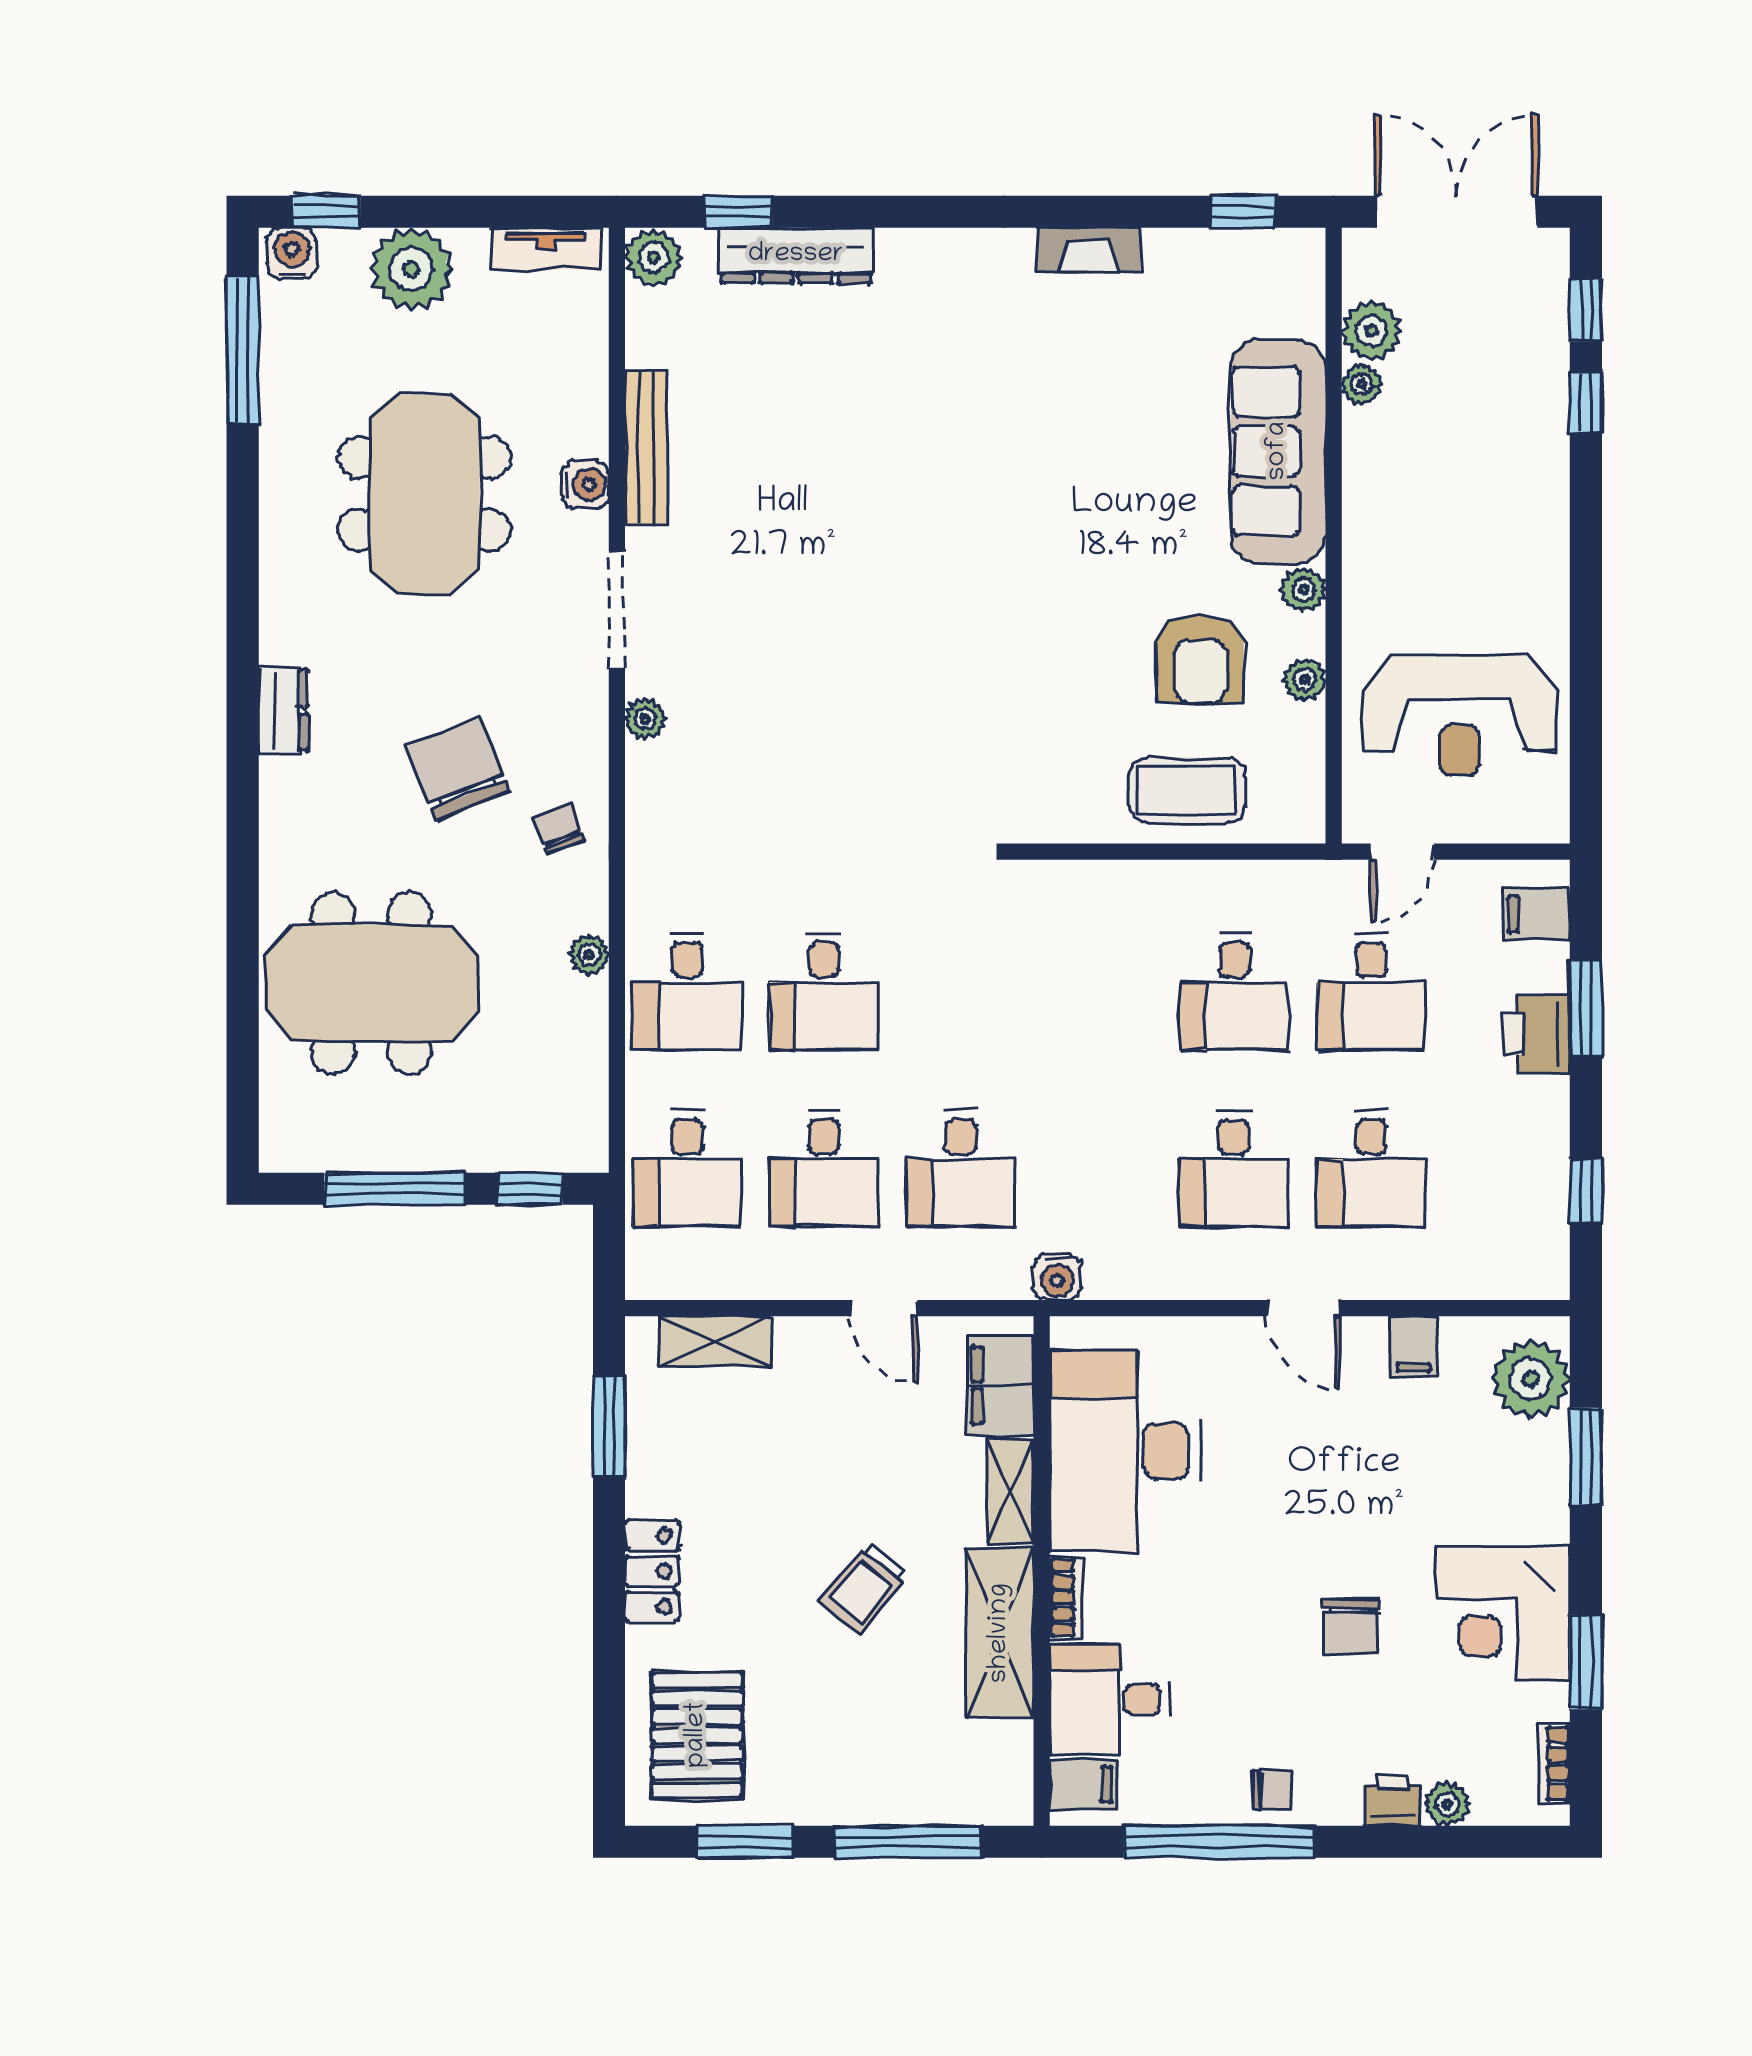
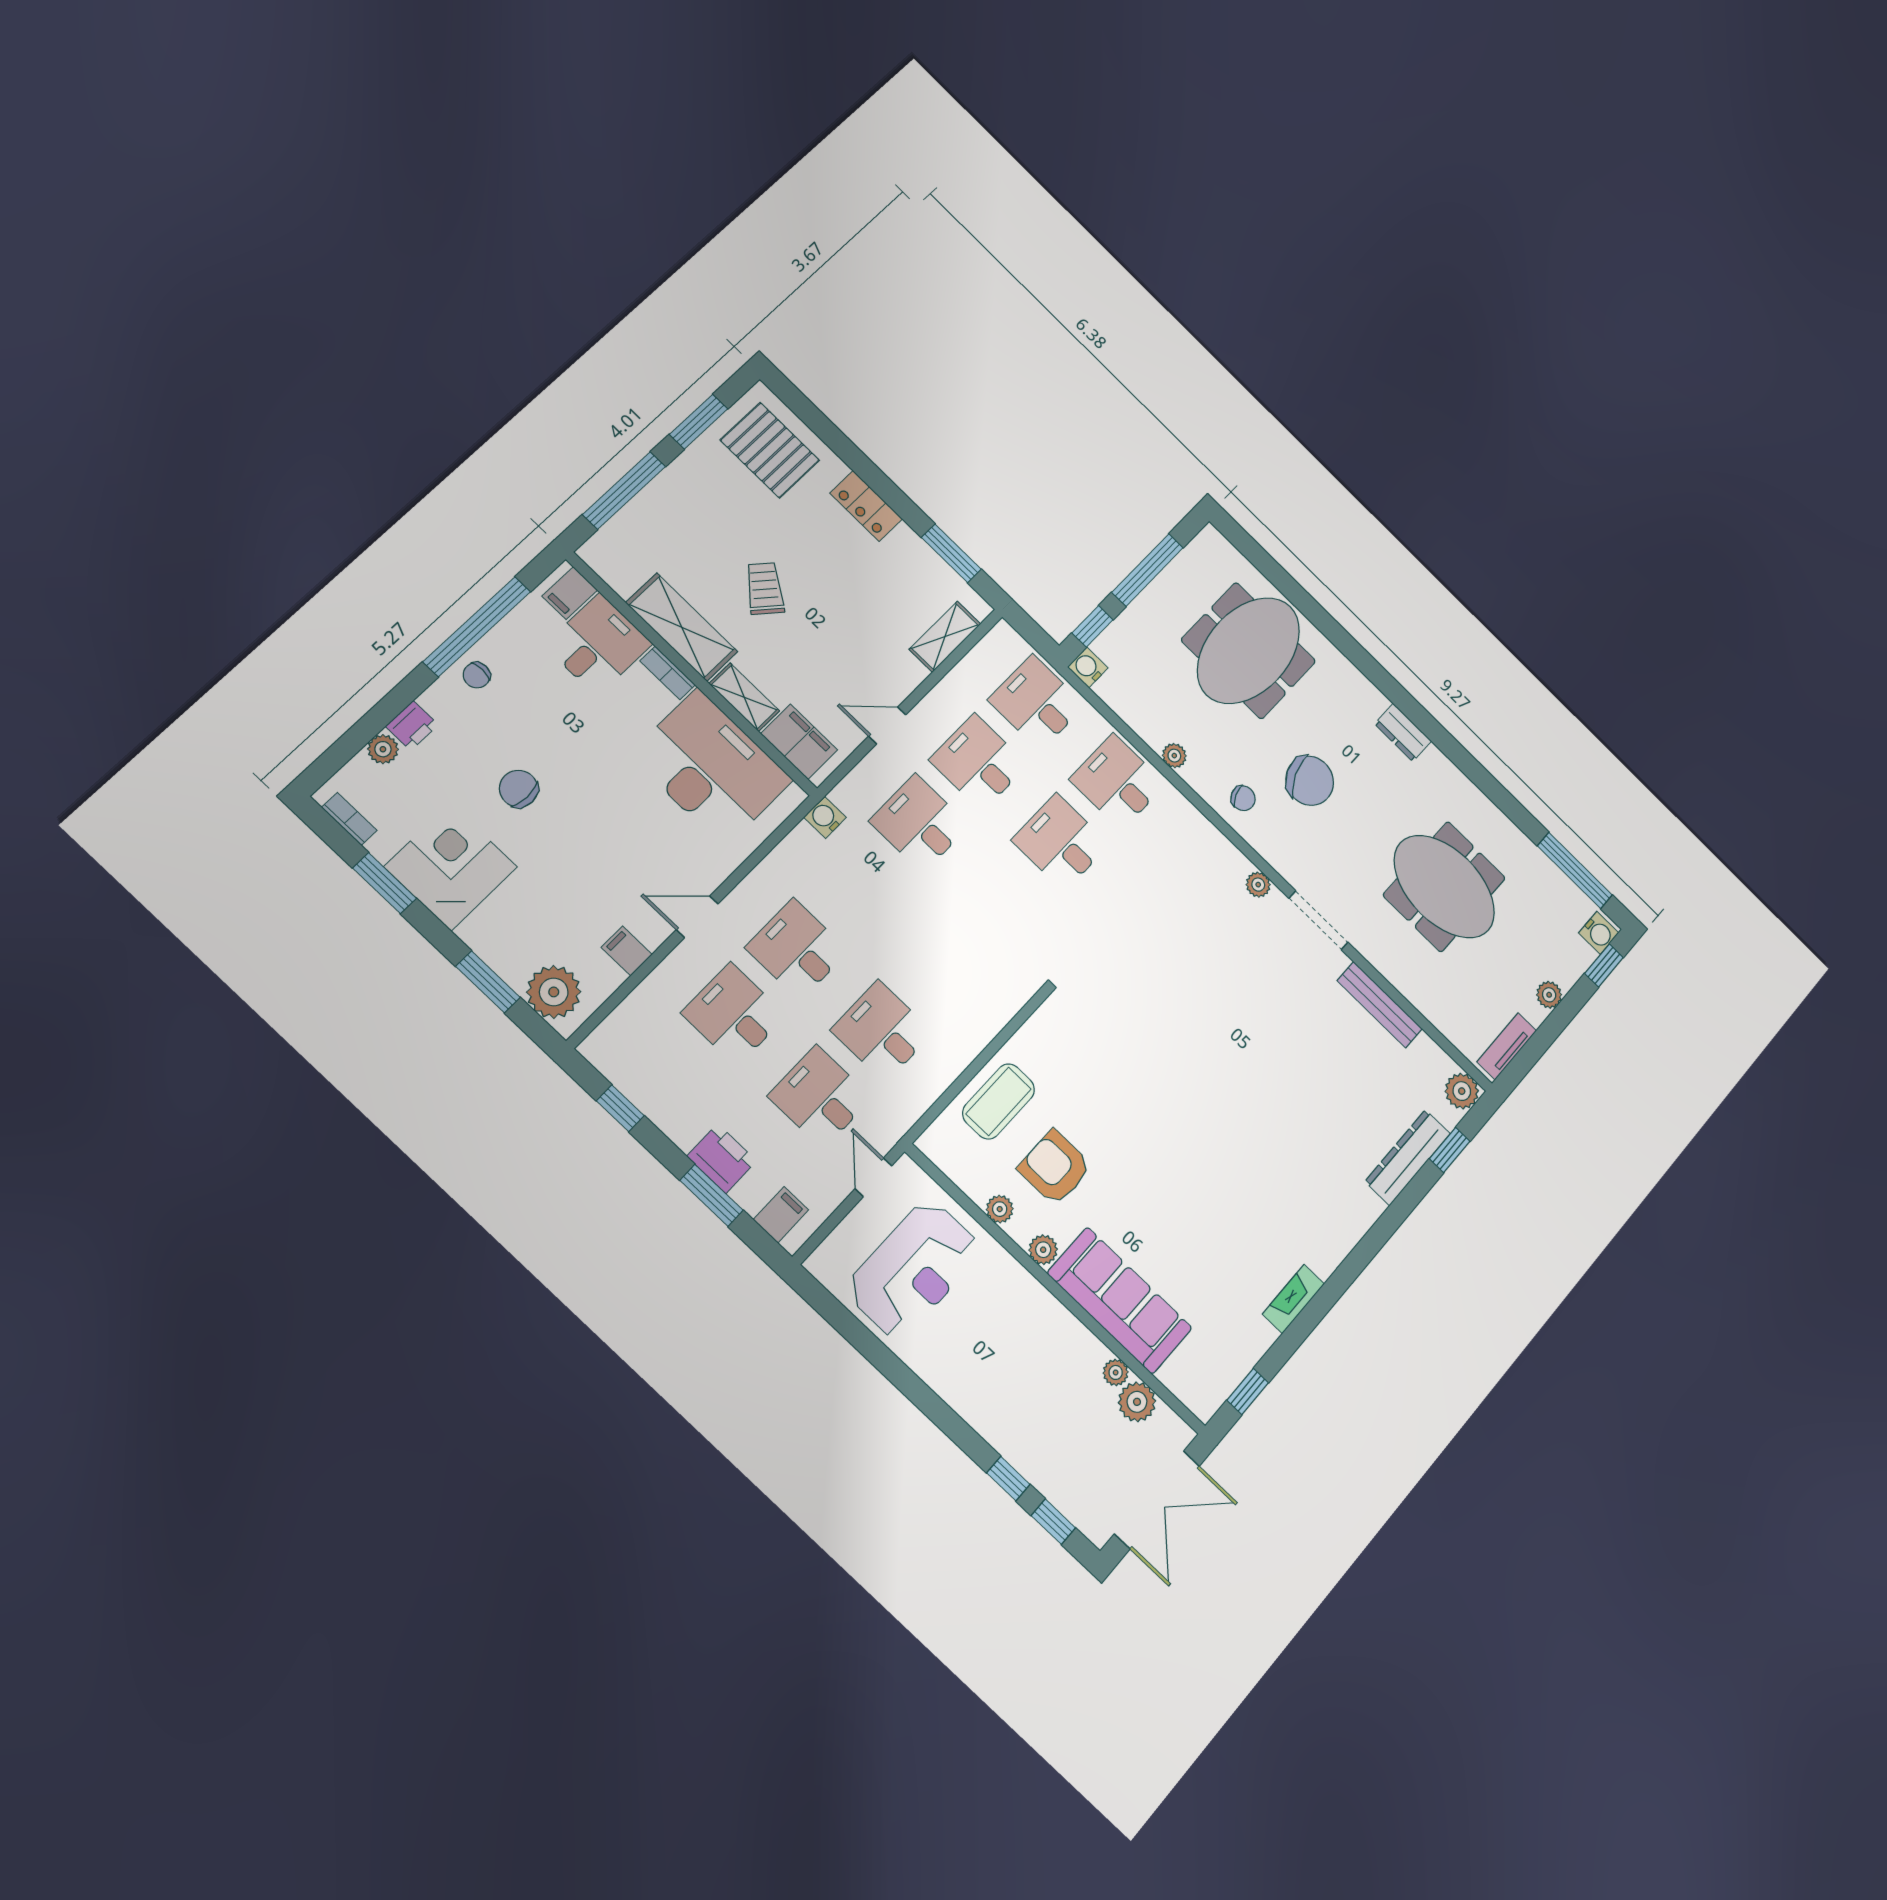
plant: (411, 269) -> (1549, 995), width x0.53, depth x0.53
water cooler: (585, 485) -> (1088, 667), moved, turned 90
reception desk: (1460, 715) -> (914, 1269), turned 180

